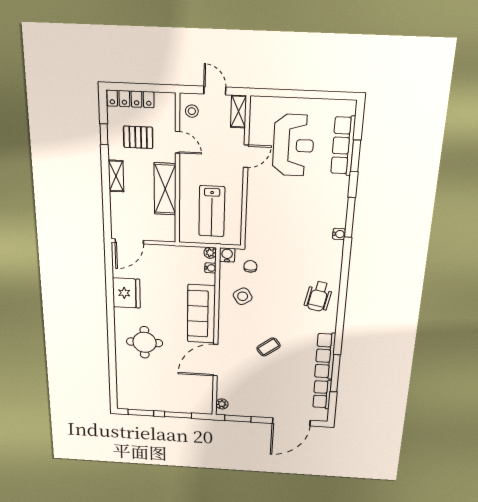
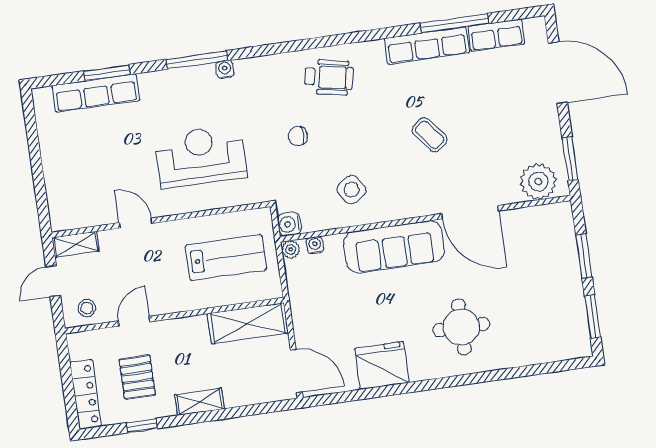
reception desk: (293, 145) -> (201, 156), moved
shelving: (165, 189) -> (248, 323), moved
chair: (250, 266) -> (298, 136), moved
plant: (222, 404) -> (538, 182), width x1.88, depth x1.88

